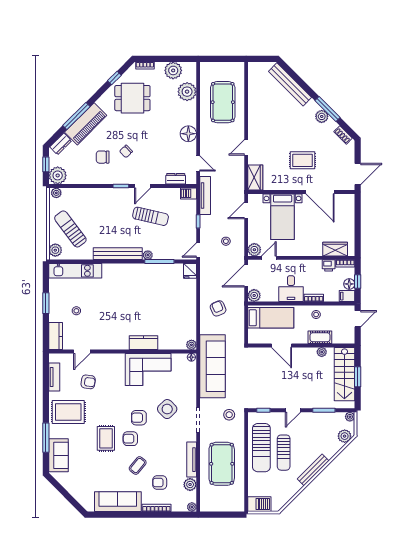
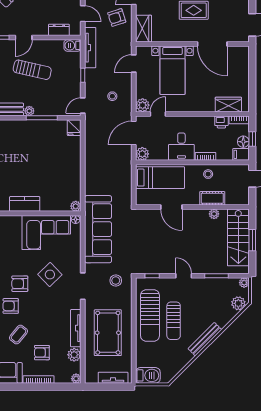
armchair: (218, 308) -> (117, 17), moved, turned -85
corner sofa: (148, 369) -> (46, 232), moved
door: (293, 410) -> (184, 276), swing flipped
tv unit: (227, 506) -> (113, 378), added

